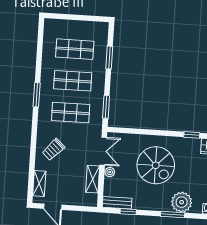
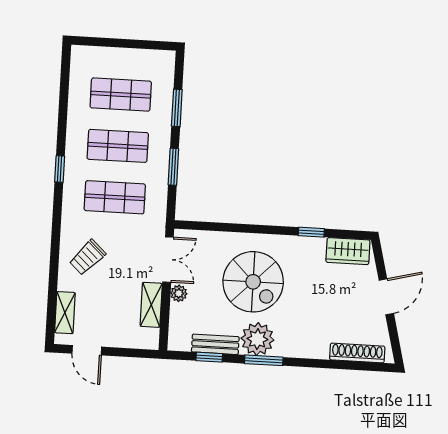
window: (37, 95) -> (60, 169), width x0.67
window: (106, 107) -> (173, 167), moved
plant: (182, 202) -> (257, 339), moved
bench: (117, 203) -> (215, 344), moved
window: (173, 215) -> (264, 360), moved

